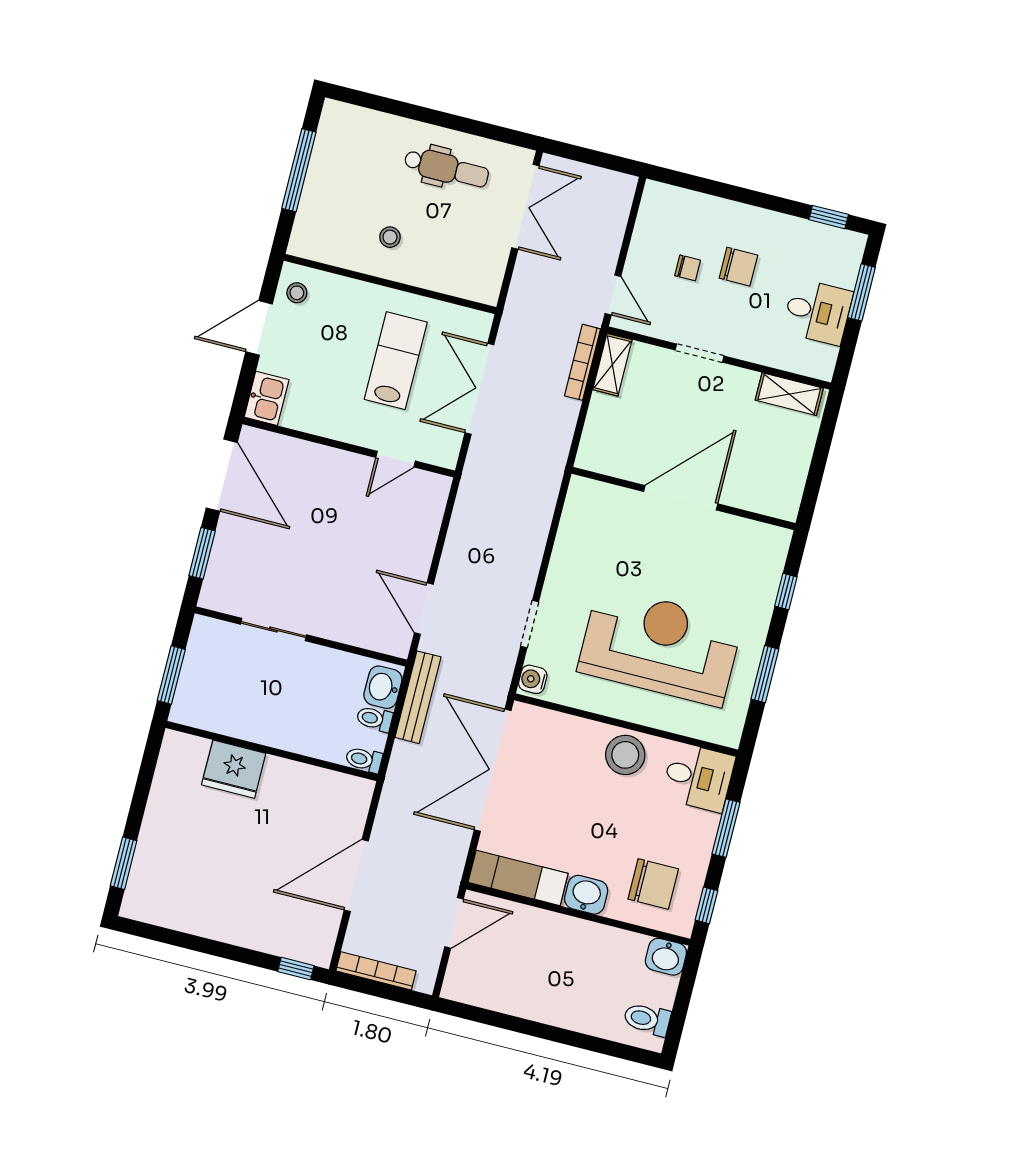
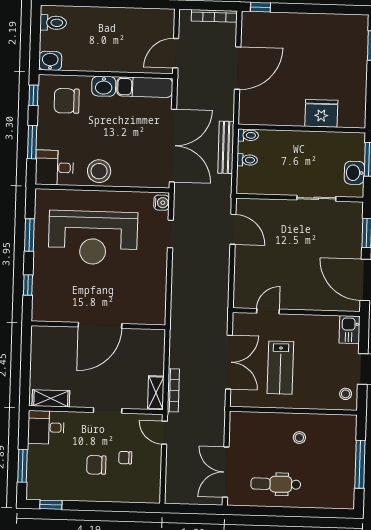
desk: (817, 312) -> (46, 427), moved
washbasin: (383, 687) -> (354, 173), moved, turned 180
bench: (418, 697) -> (226, 147), moved

